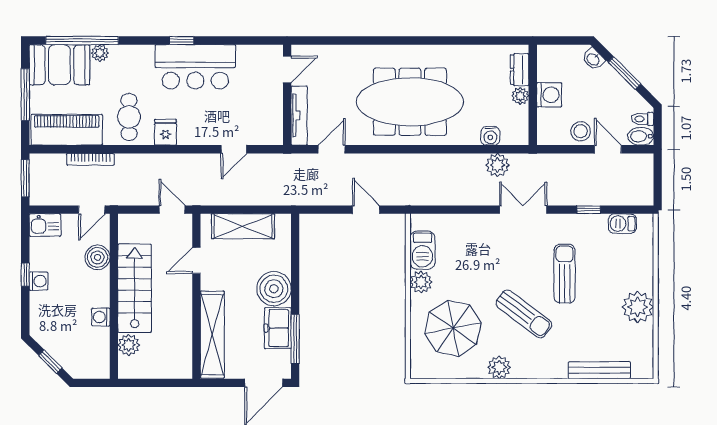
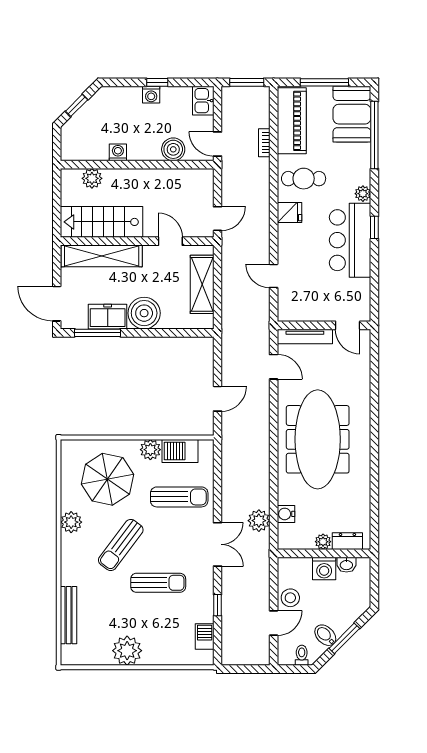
plant: (100, 53) -> (363, 194), moved
washbasin: (593, 59) -> (346, 565), moved, turned -135
bidet: (641, 136) -> (325, 635), moved, turned -45
bookcase: (90, 159) -> (264, 143), width x0.64
sun lounger: (472, 251) -> (179, 497), added
stairs: (135, 288) -> (102, 222), moved, turned 180

